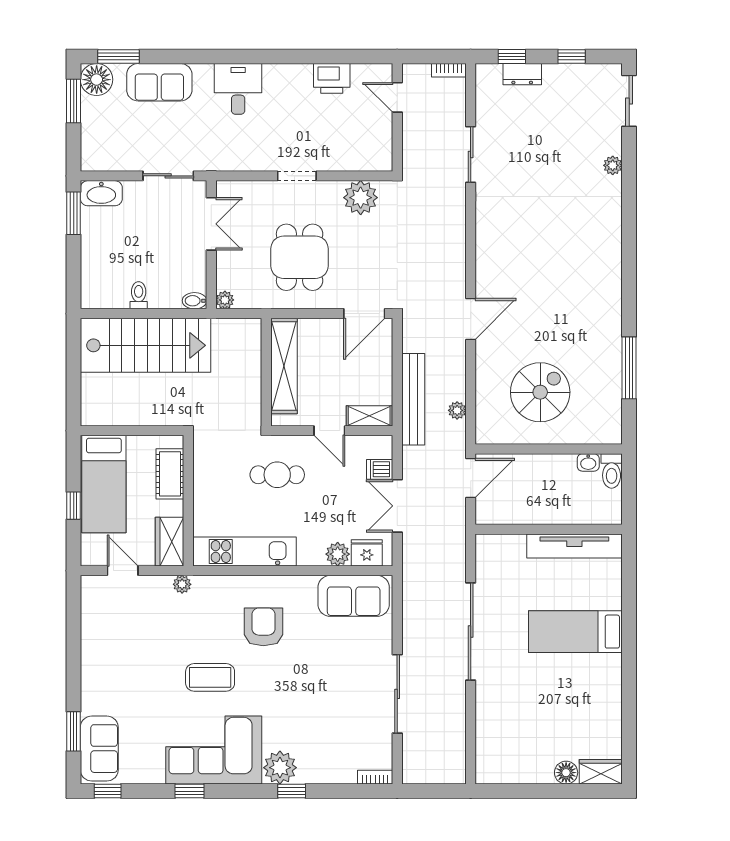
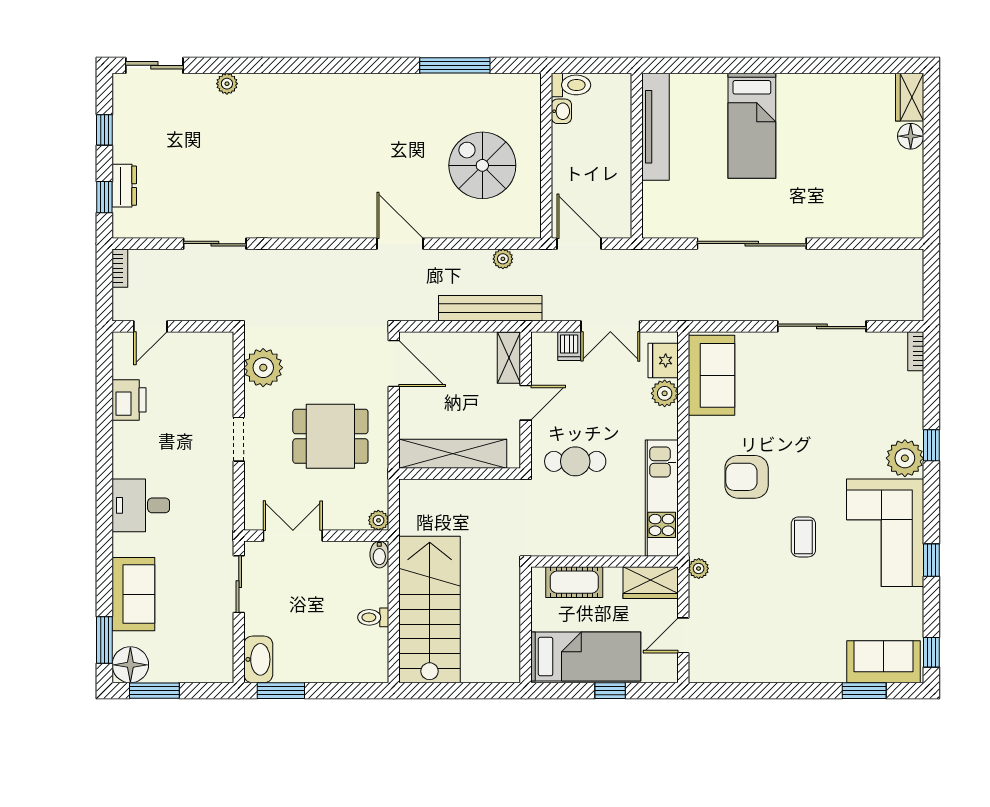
cafe table: (277, 475) -> (575, 461), turned 90
coffee table: (210, 677) -> (803, 537), width x0.73, depth x0.77

